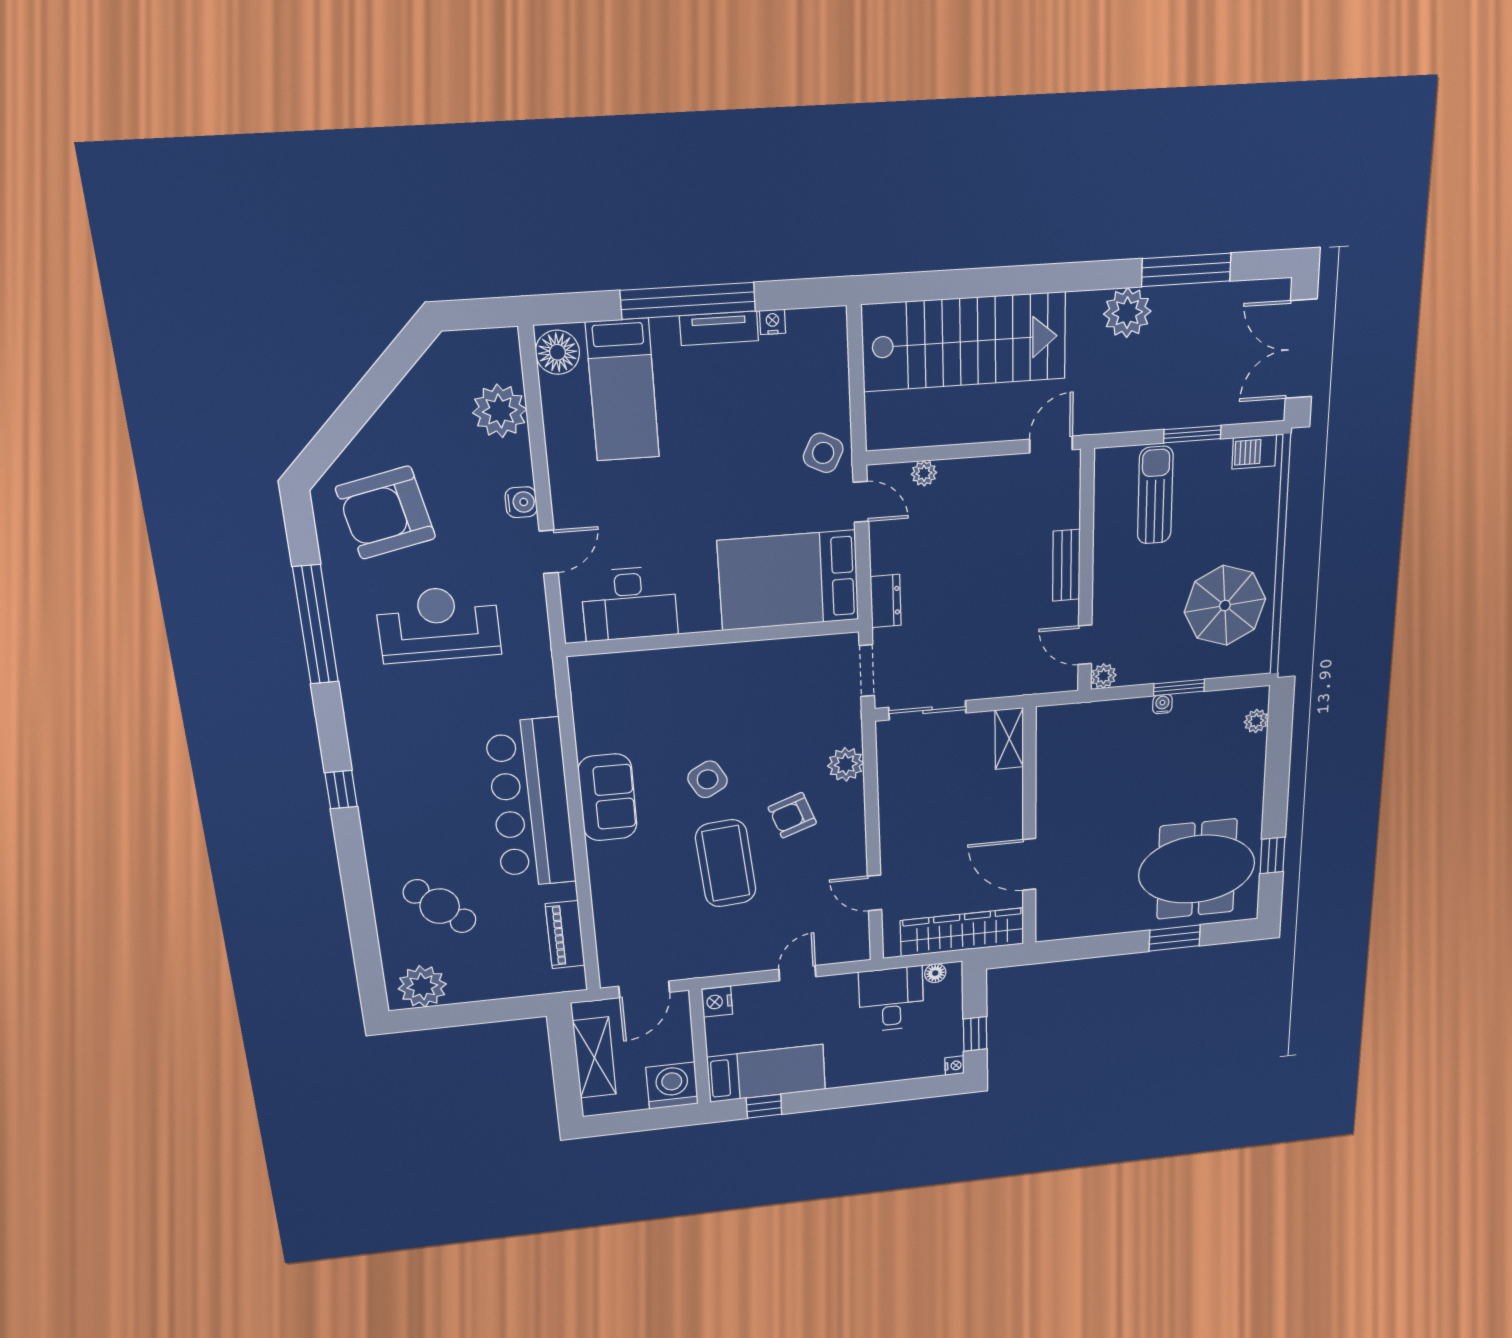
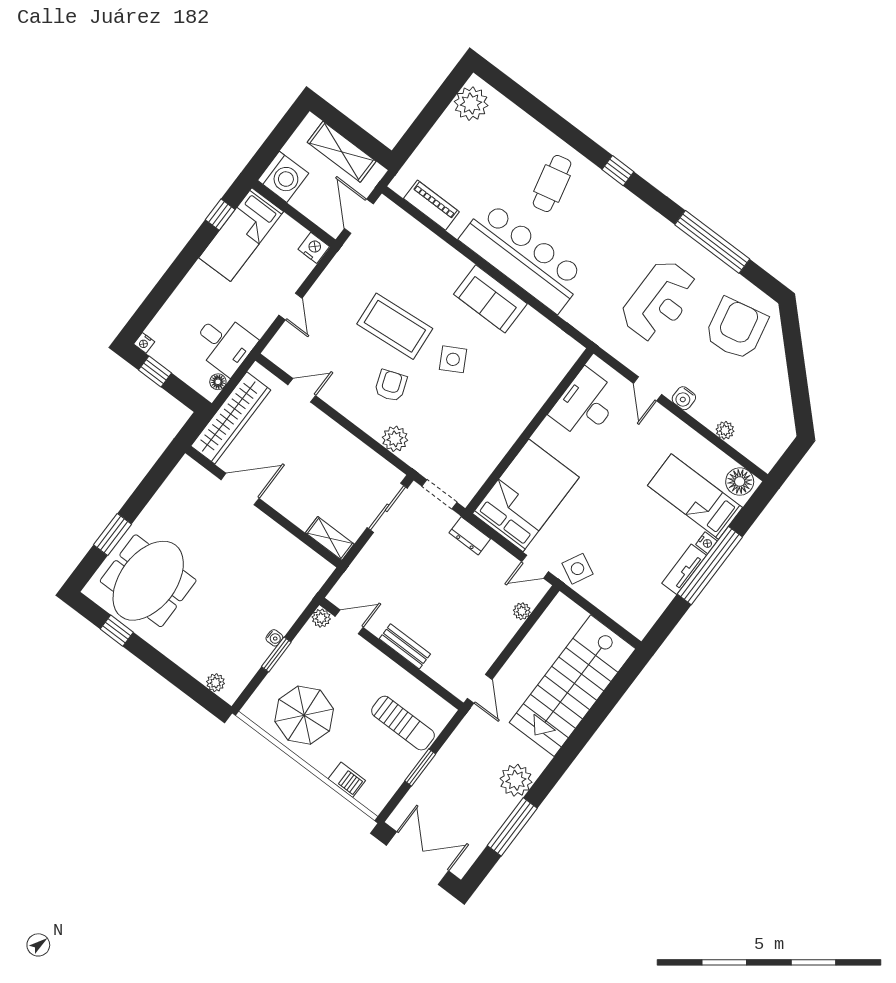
nightstand: (772, 322) -> (706, 543), moved
plant: (500, 411) -> (725, 430), width x0.53, depth x0.53
barbecue: (1254, 452) -> (347, 780), moved, turned 90
cafe table: (440, 906) -> (552, 183), moved, turned -55

